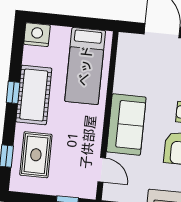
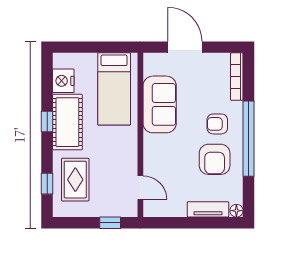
nightstand: (37, 35) -> (63, 81), moved, turned -90
sofa: (126, 125) -> (160, 104), moved

